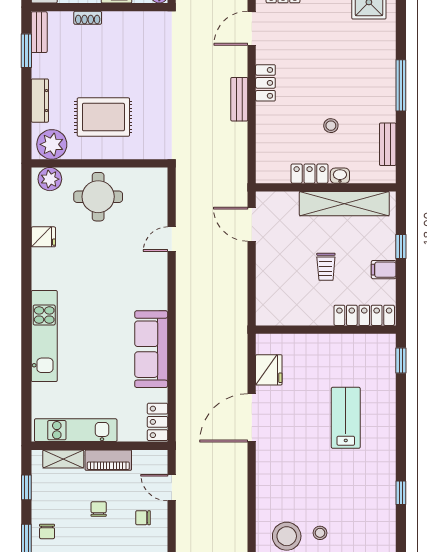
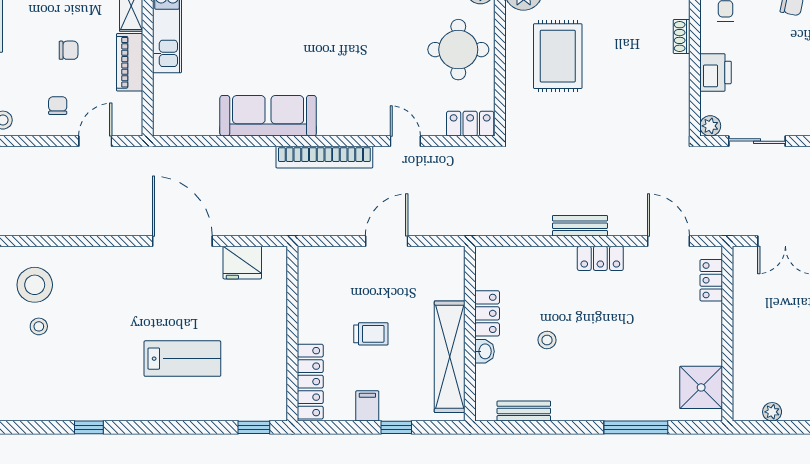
window: (401, 85) -> (636, 427), moved
door: (252, 224) -> (387, 241), moved
trolley: (326, 267) -> (371, 334), turned 180
bookcase: (184, 304) -> (324, 157), added
locker: (158, 422) -> (470, 124), moved

